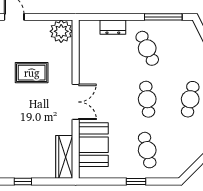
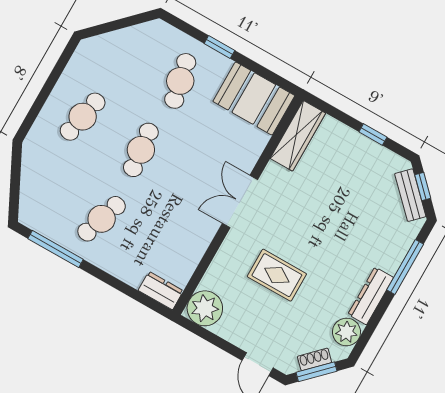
dresser: (113, 27) -> (161, 291), moved
cafe table: (147, 48) -> (102, 219), turned 42
booth: (93, 145) -> (254, 99), moved, turned 90

